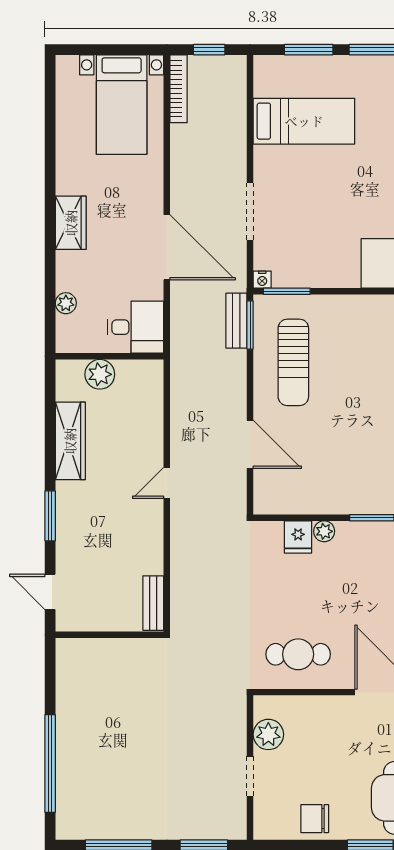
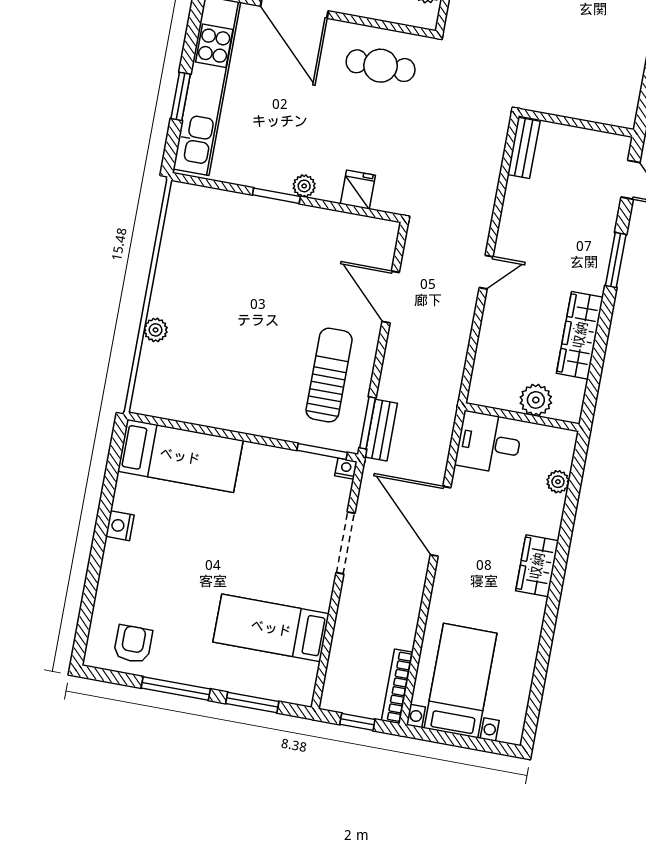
plant: (324, 531) -> (304, 186), moved

